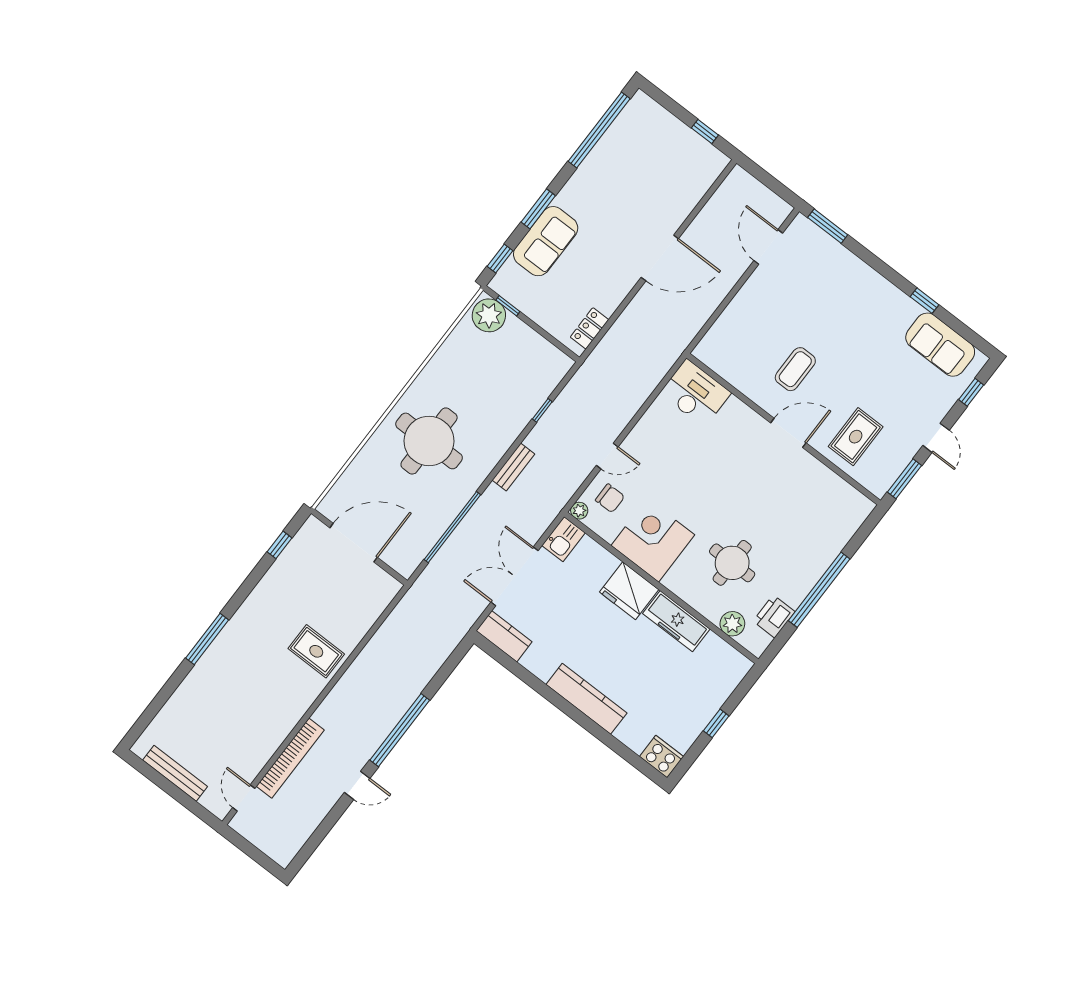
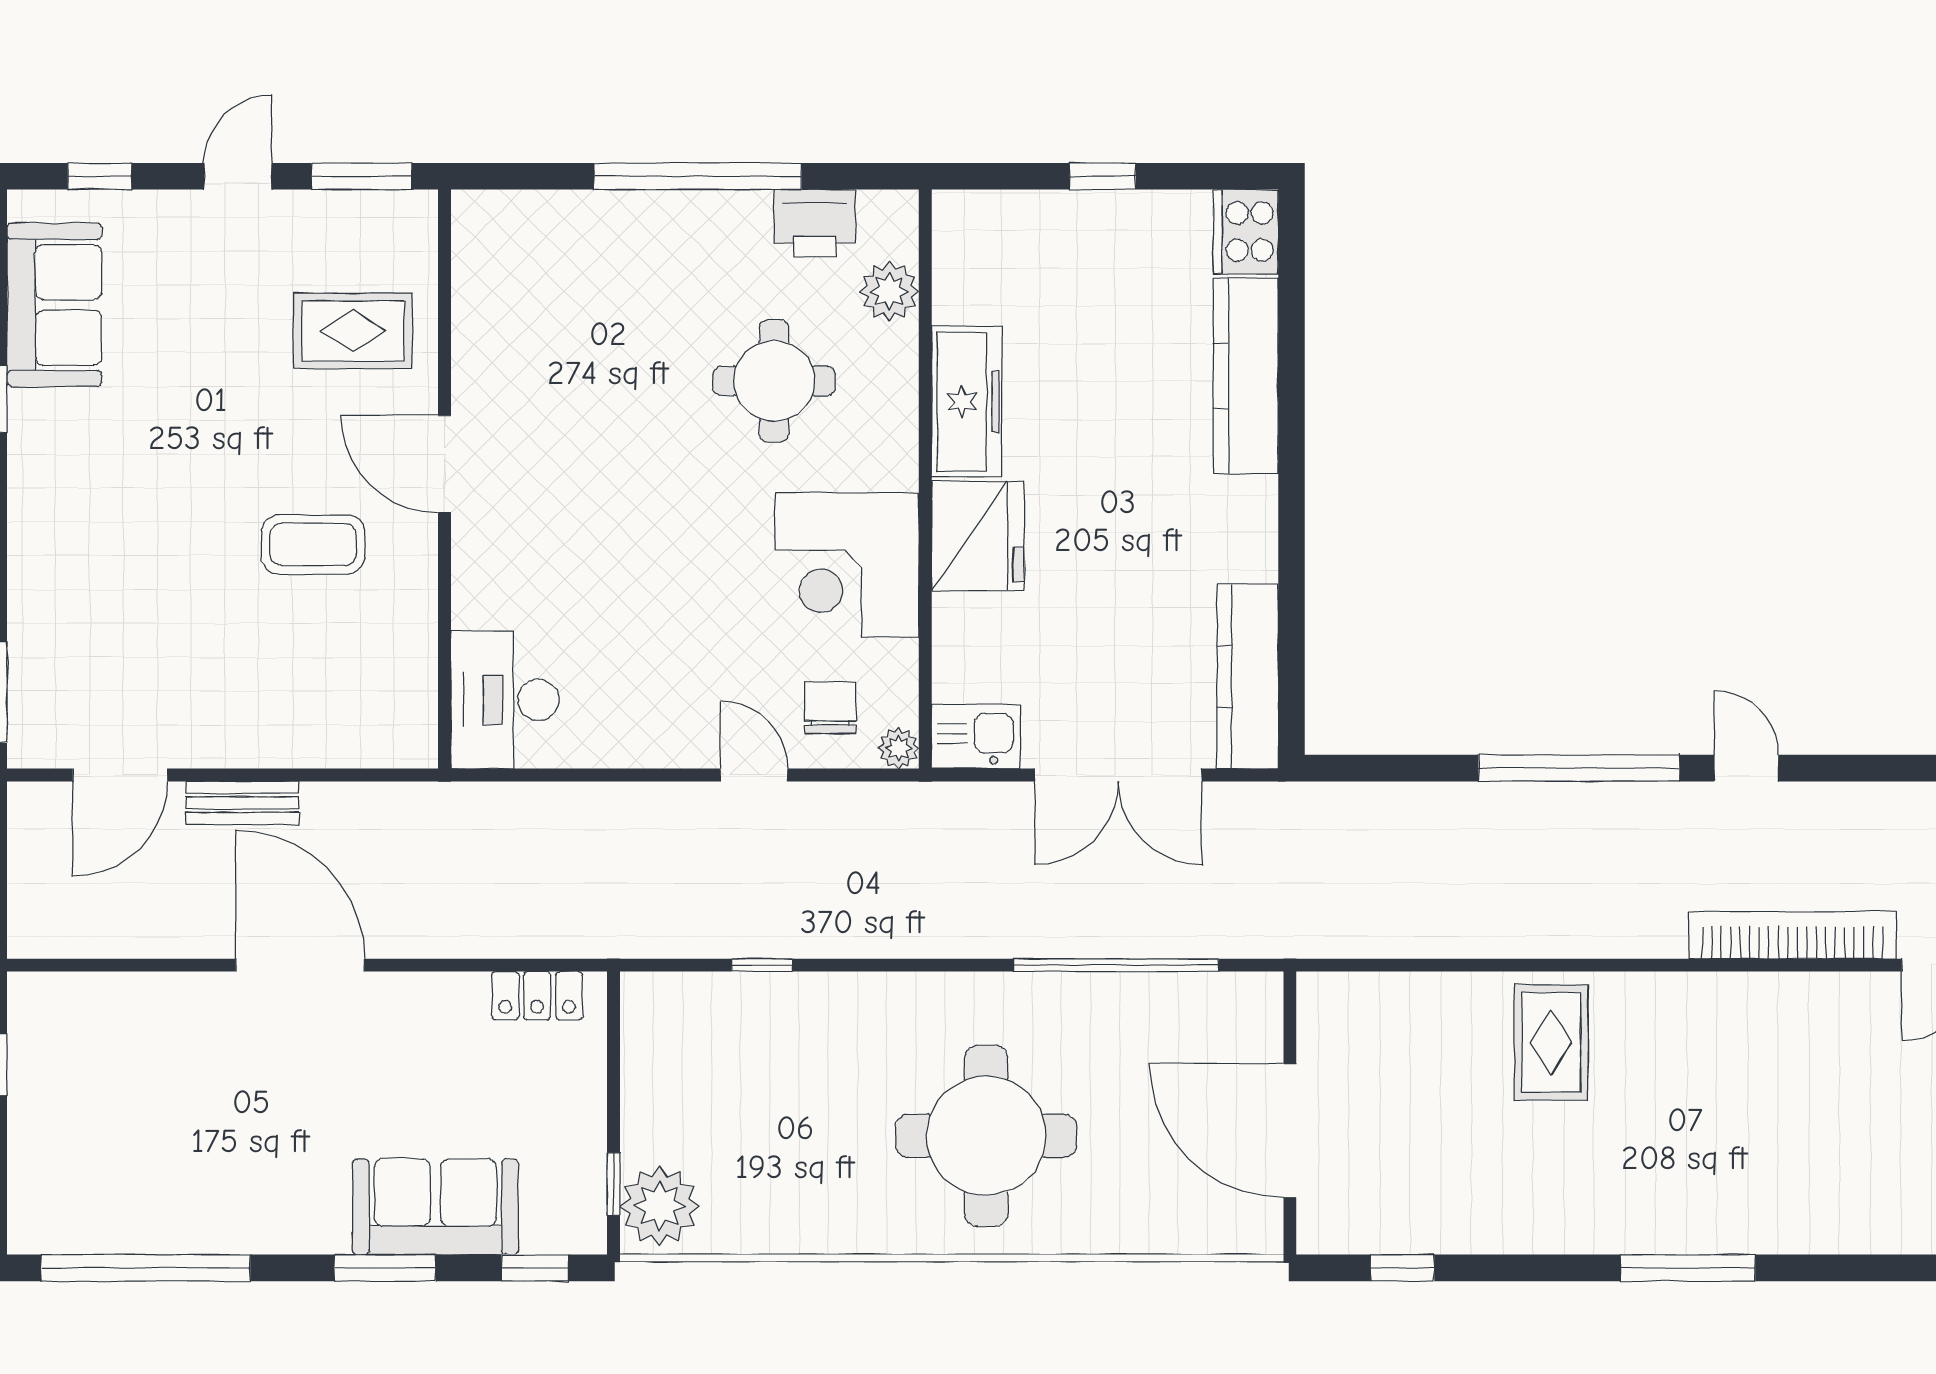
bench: (513, 467) -> (242, 803), moved
kitchen counter: (504, 636) -> (1248, 676), width x1.50
kitchen counter: (586, 699) -> (1246, 376), moved

